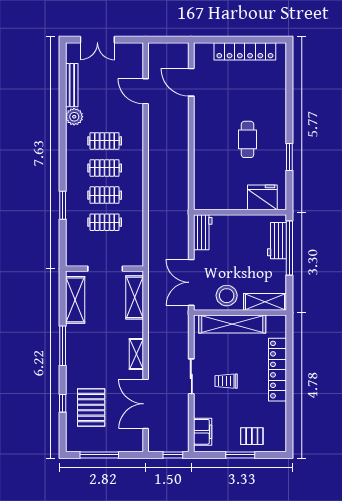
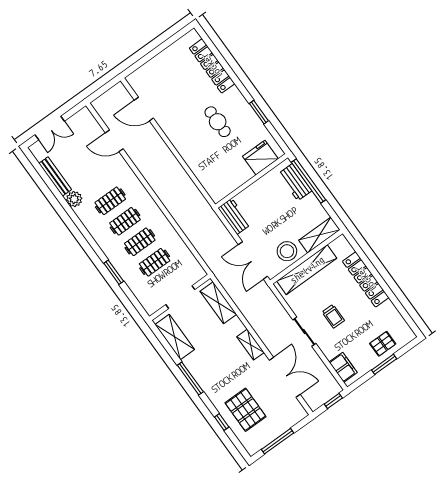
locker: (245, 51) -> (212, 66), moved, turned 90
trolley: (226, 381) -> (333, 316), turned -90
double door: (146, 404) -> (285, 377), swing flipped

